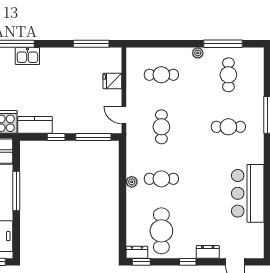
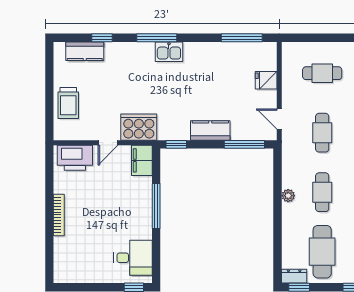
kitchen counter: (35, 125) -> (210, 130), moved
window: (56, 137) -> (176, 144), moved
cafe table: (161, 179) -> (322, 192), turned 90

